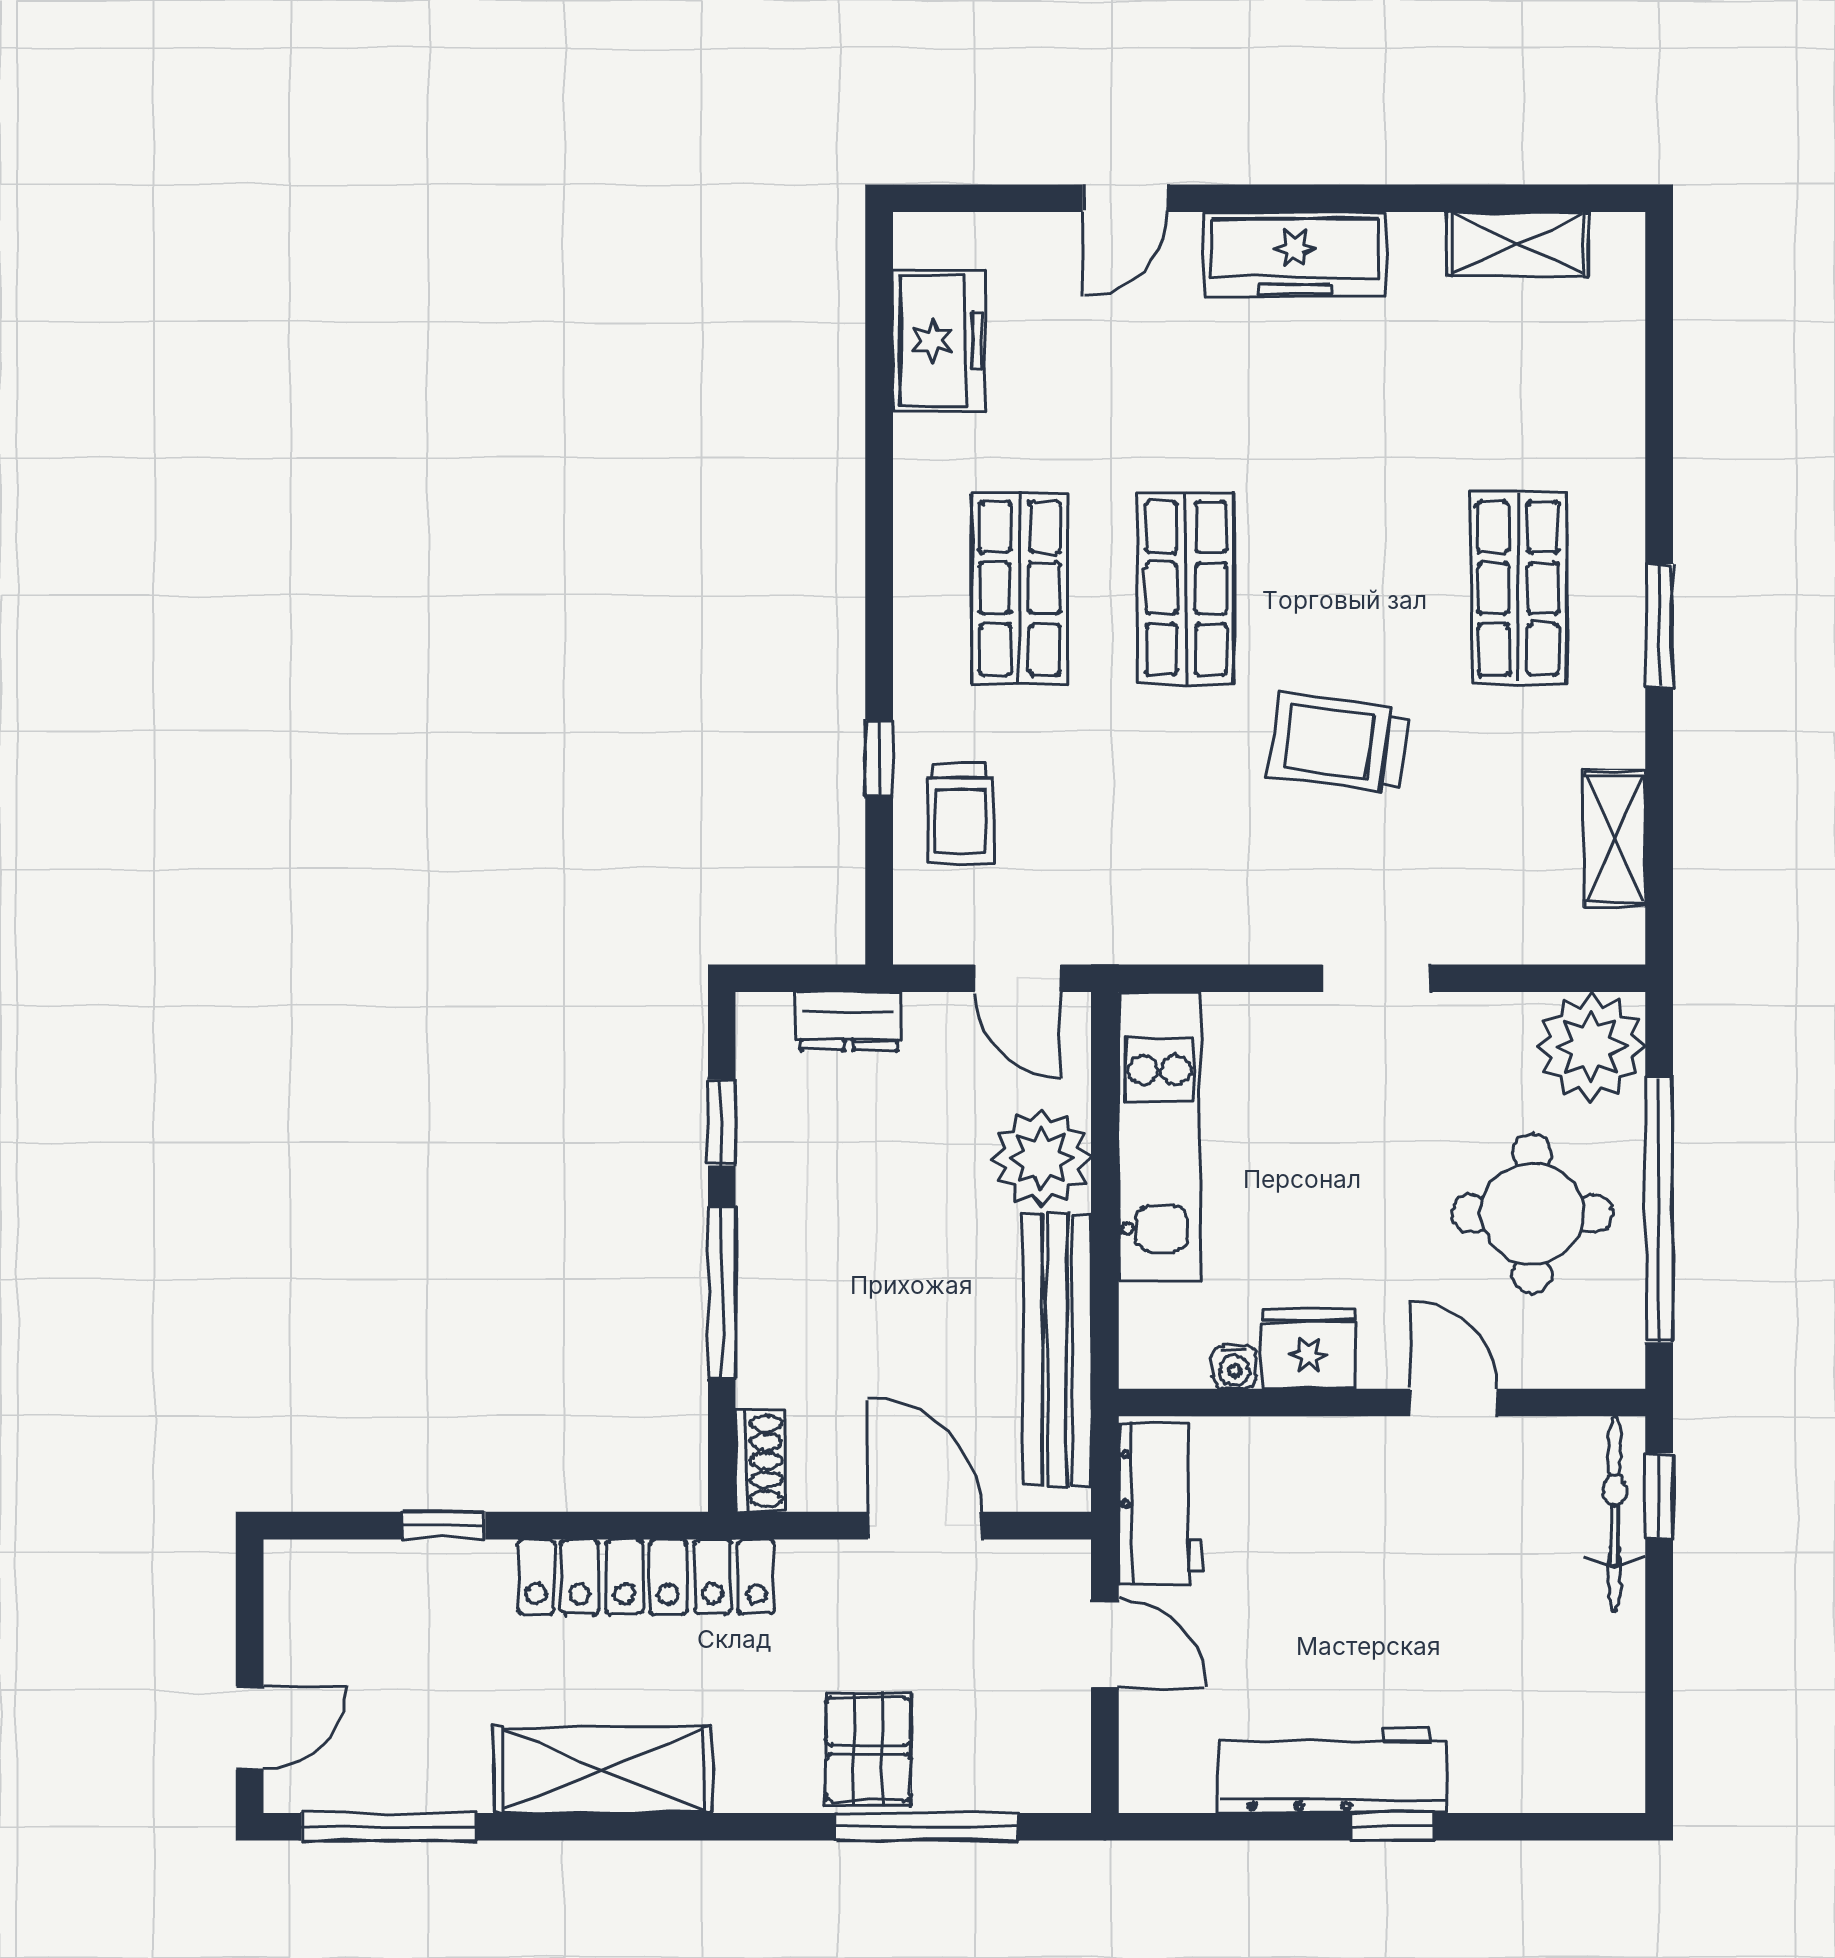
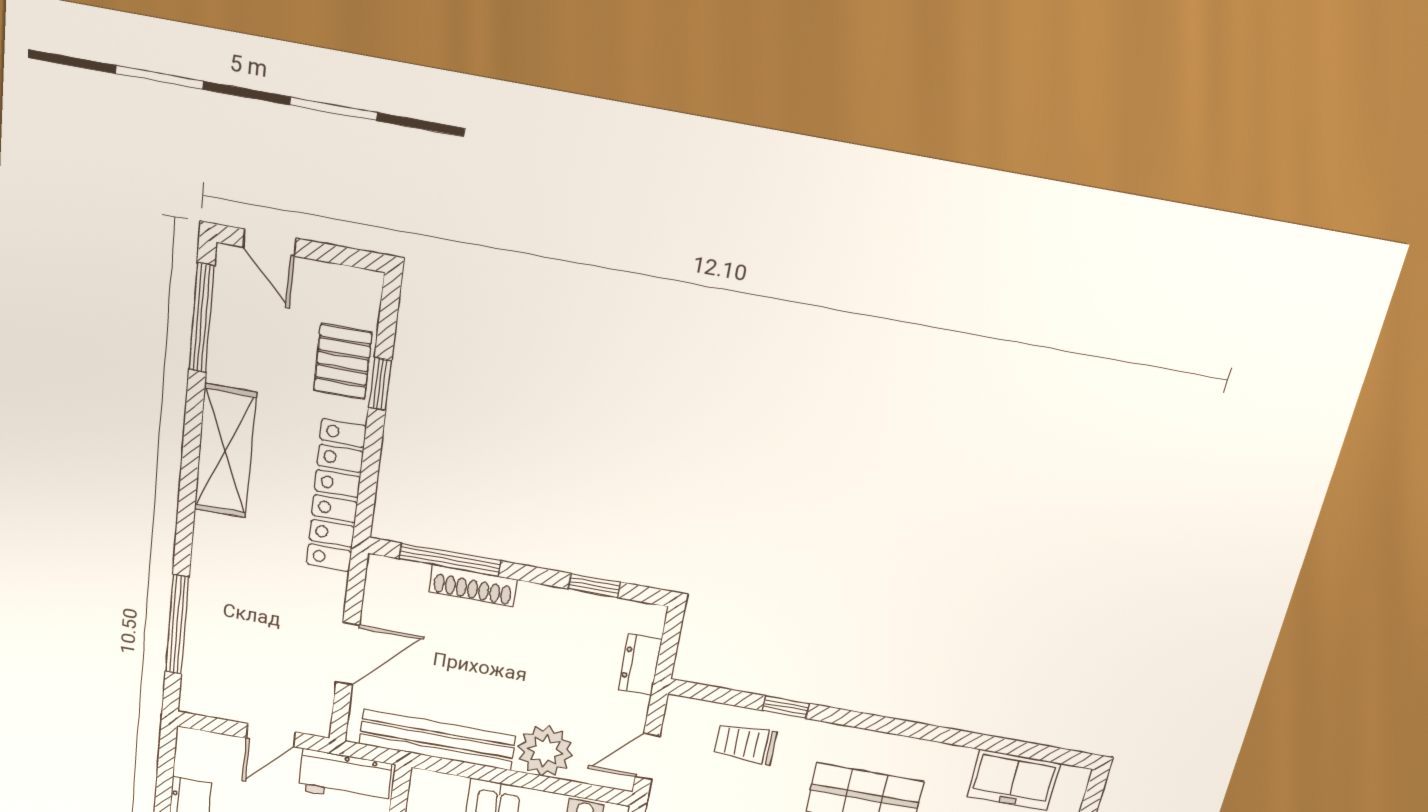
window: (722, 1293) -> (450, 560), moved
shoe rack: (760, 1461) -> (473, 586), moved, width x1.43
pallet: (868, 1749) -> (343, 362), moved, turned 90

